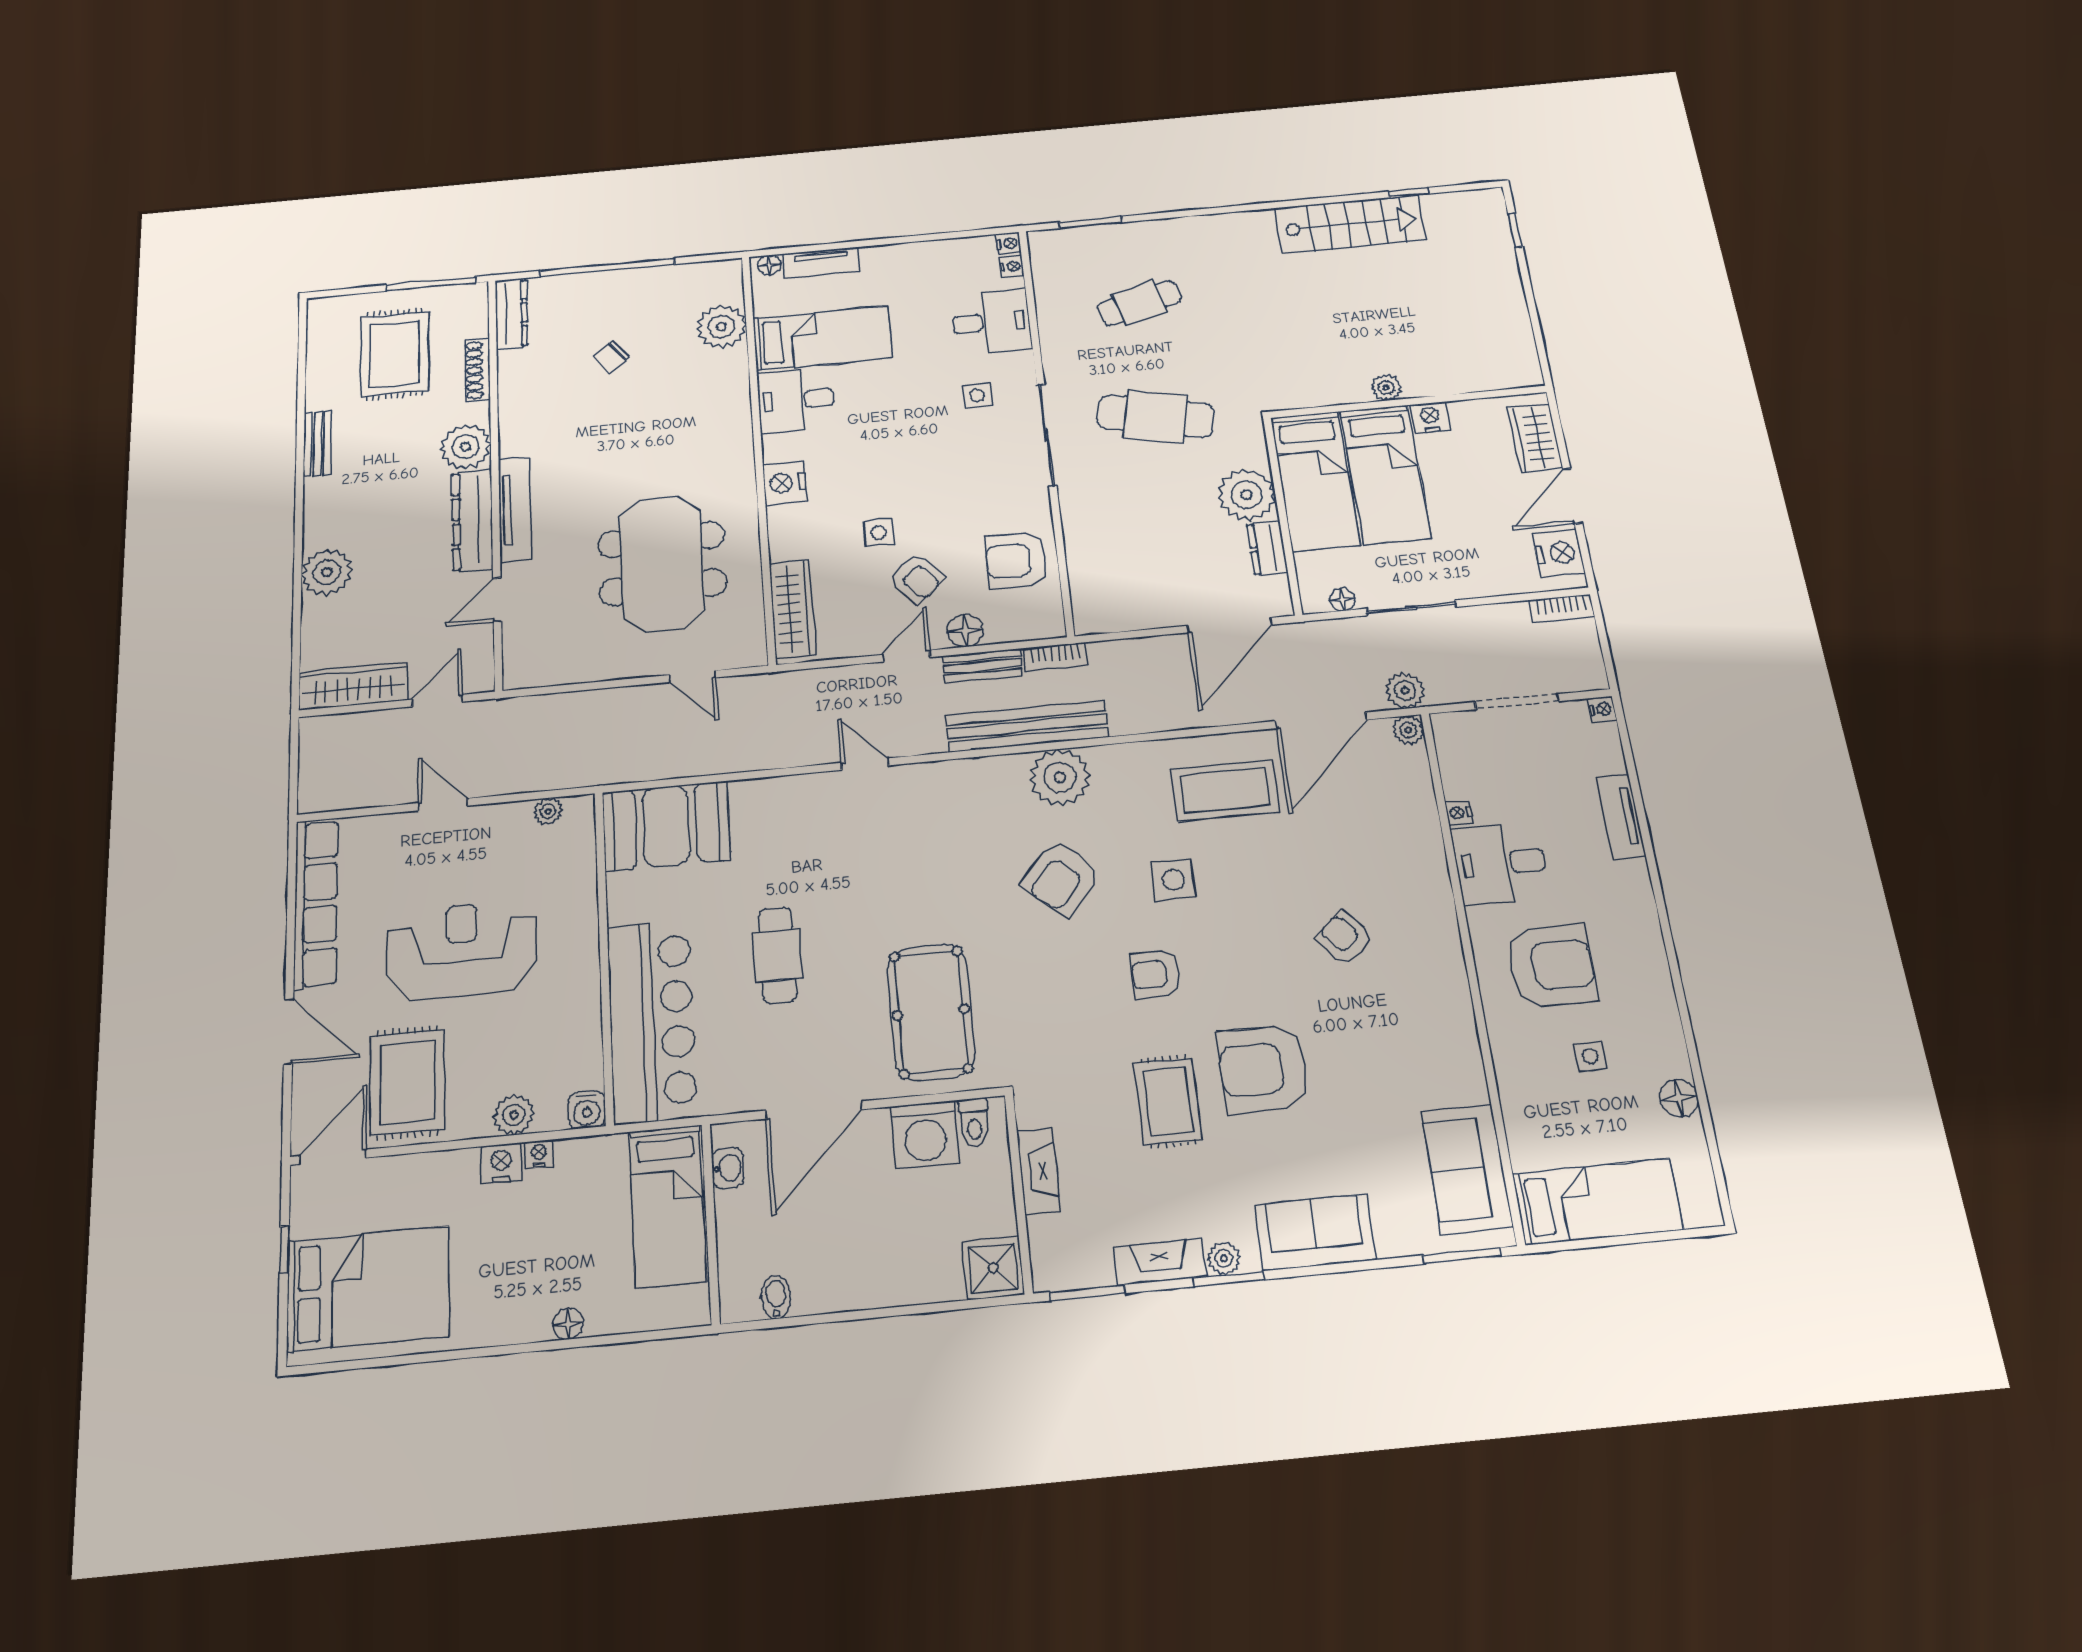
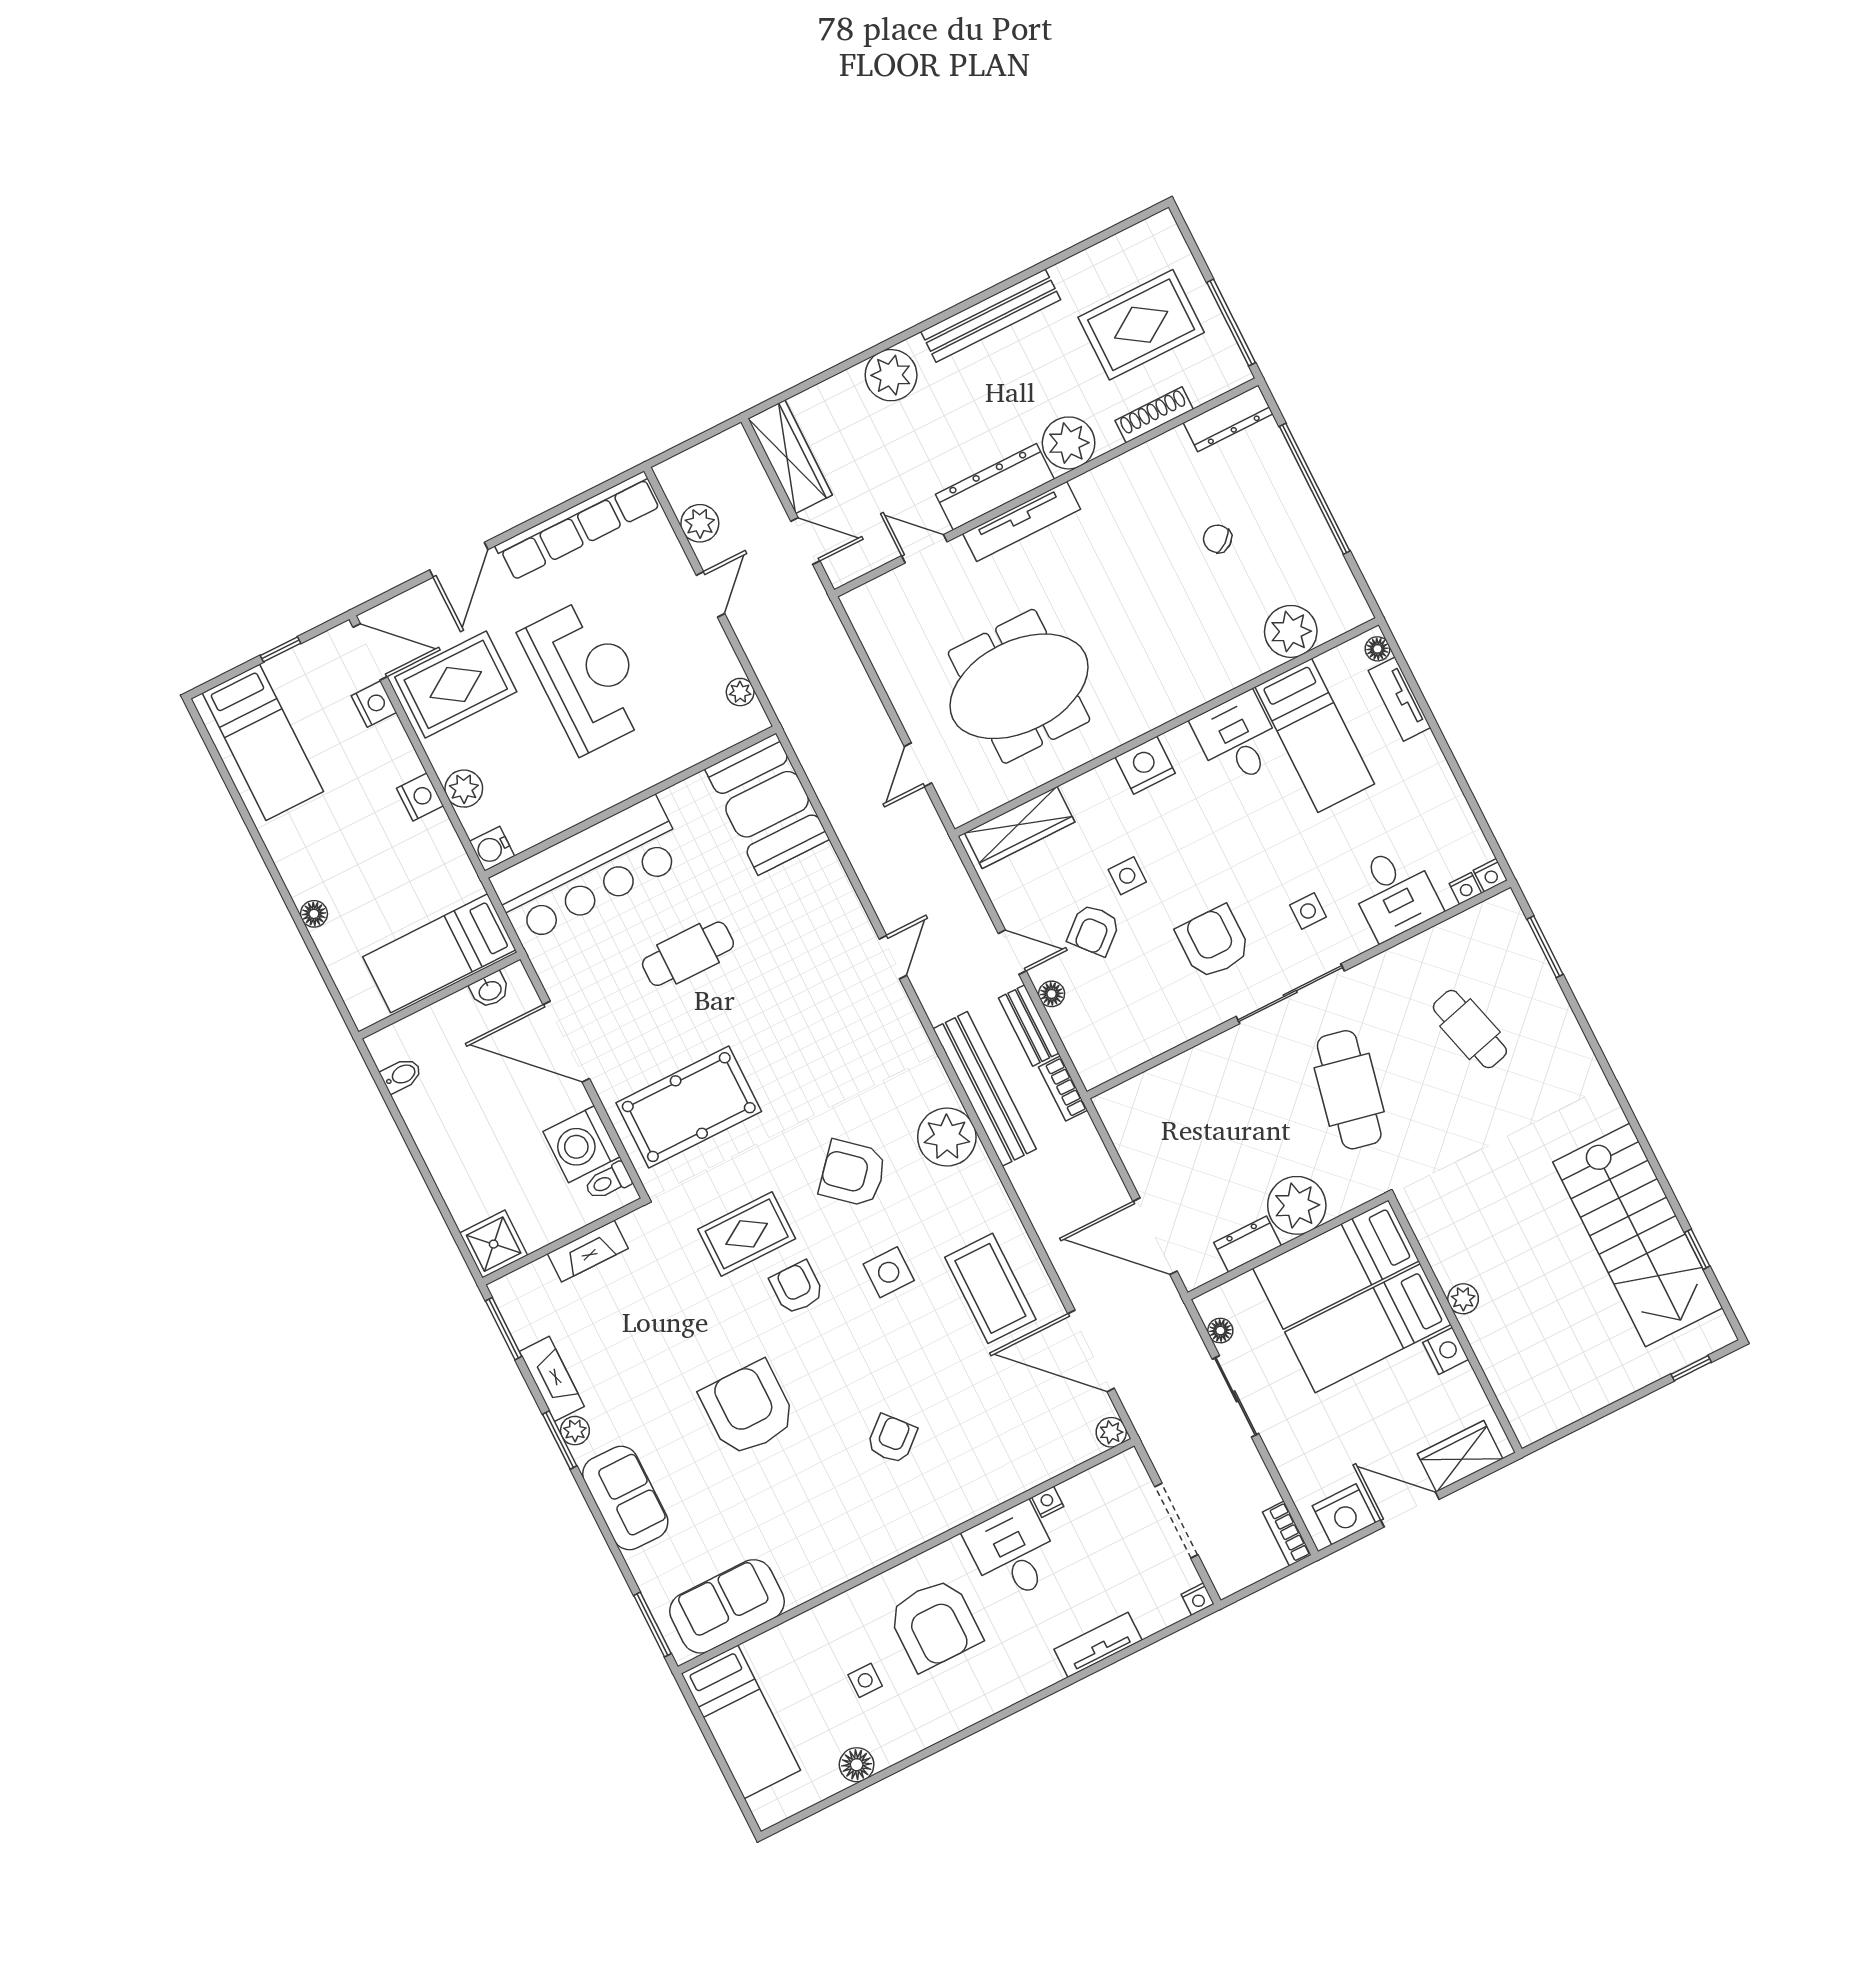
stairs: (1350, 224) -> (1638, 1235), width x1.36, depth x1.51
bench: (318, 444) -> (991, 316), width x1.86, depth x1.21
armchair: (1017, 560) -> (1213, 942), moved
floor lamp: (965, 630) -> (1052, 994), width x0.73, depth x0.73
plant: (1405, 691) -> (700, 523), moved
rug: (1168, 1101) -> (747, 1234), moved
nightstand: (539, 1154) -> (374, 704), moved, width x1.39, depth x1.35
bed: (368, 1289) -> (263, 742), width x0.67

